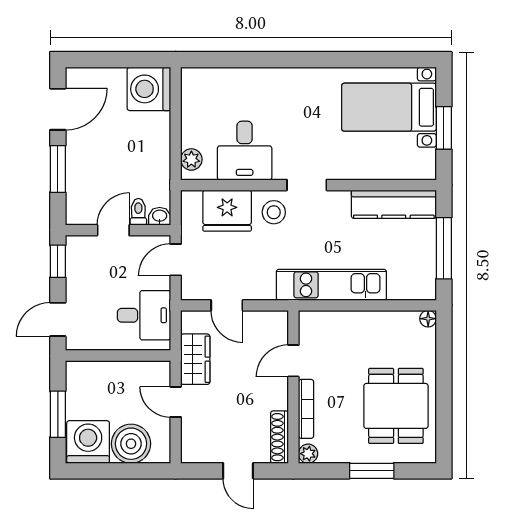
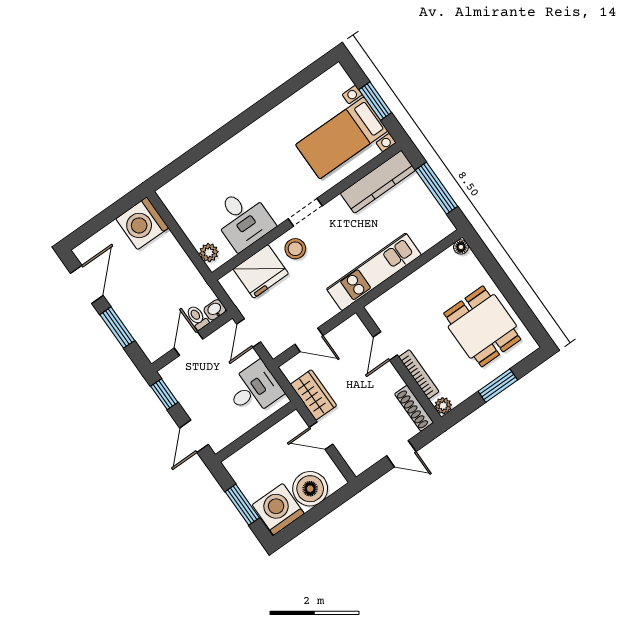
bed with nightstands: (389, 107) -> (342, 138), moved

